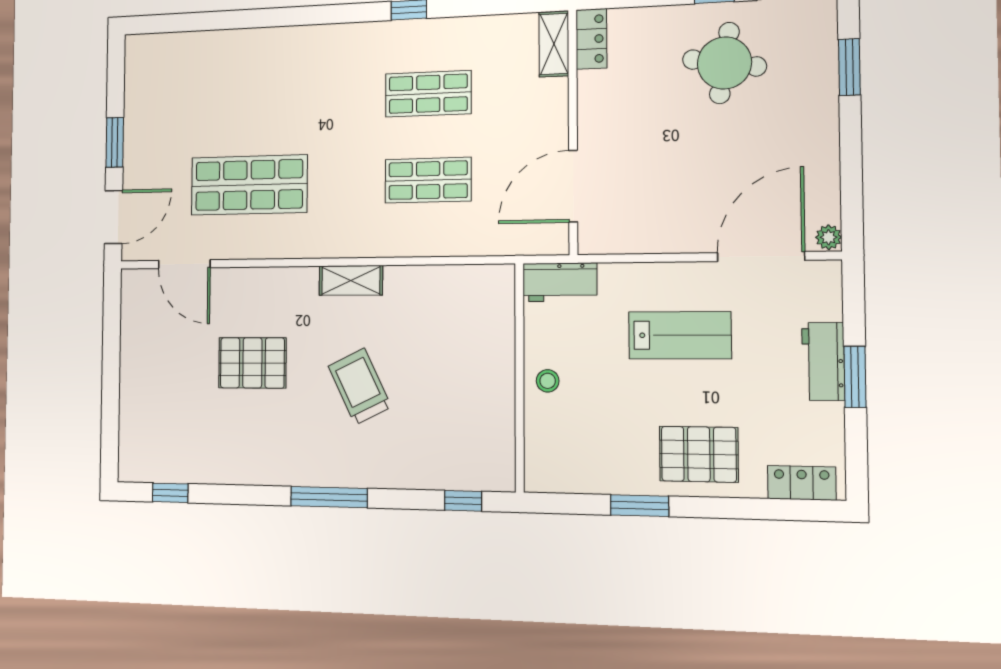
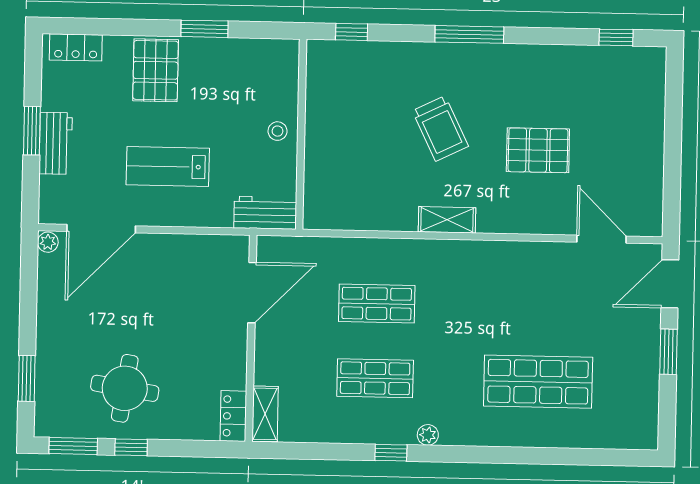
plant: (368, 33) -> (428, 435), added
shop shelf: (249, 185) -> (538, 382), moved
pallet: (699, 454) -> (156, 70), turned 90

